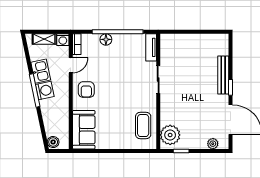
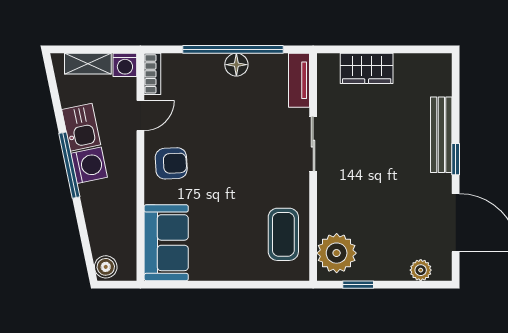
floor lamp: (106, 39) -> (236, 65), moved
wardrobe: (185, 41) -> (367, 68), added
armchair: (86, 90) -> (171, 163), turned -93

